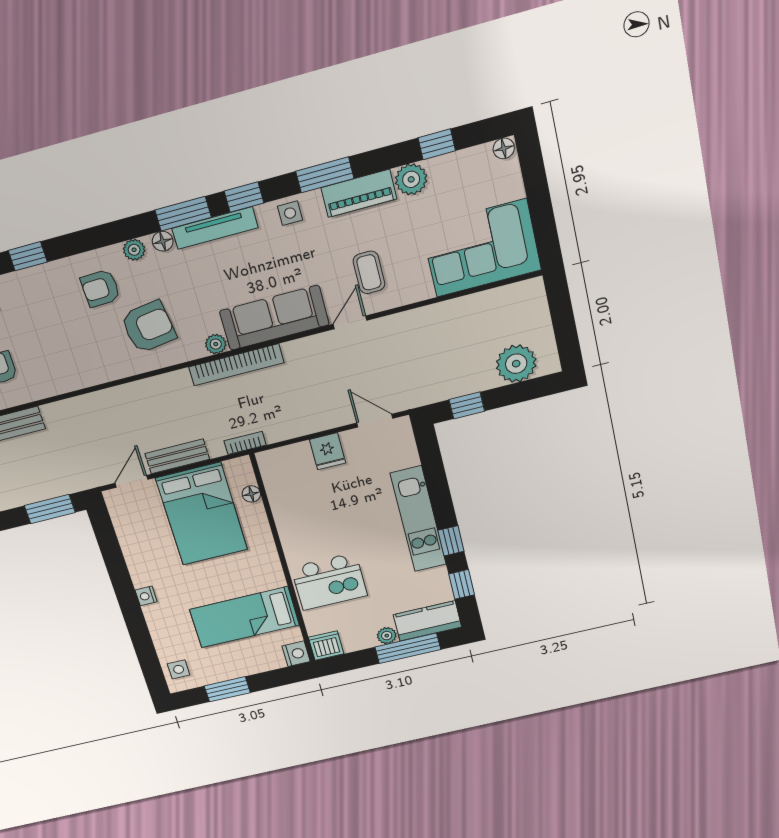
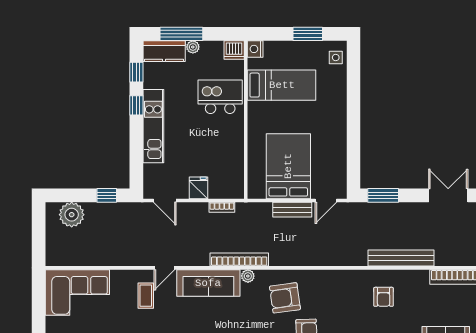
bookcase: (245, 443) -> (222, 207), moved
floor lamp: (251, 494) -> (253, 172), removed
nightstand: (146, 596) -> (341, 118), removed

